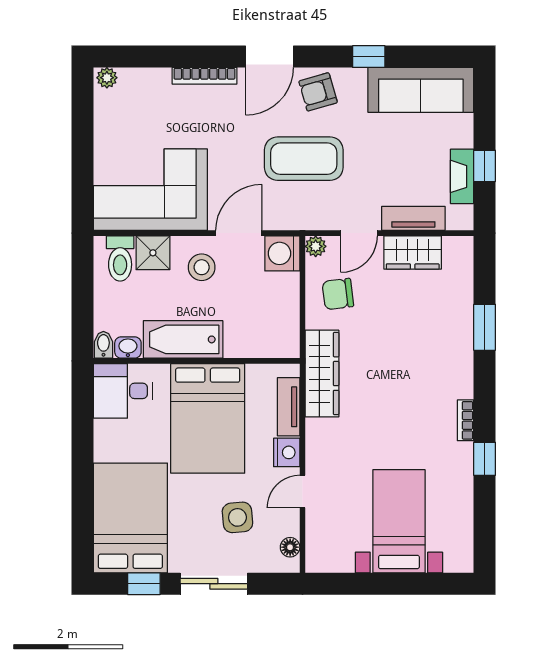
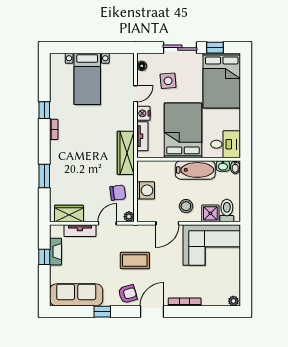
coffee table: (304, 159) -> (135, 261), width x0.73, depth x0.76
washing machine: (282, 253) -> (146, 190), moved
wardrobe: (413, 253) -> (69, 213), moved

